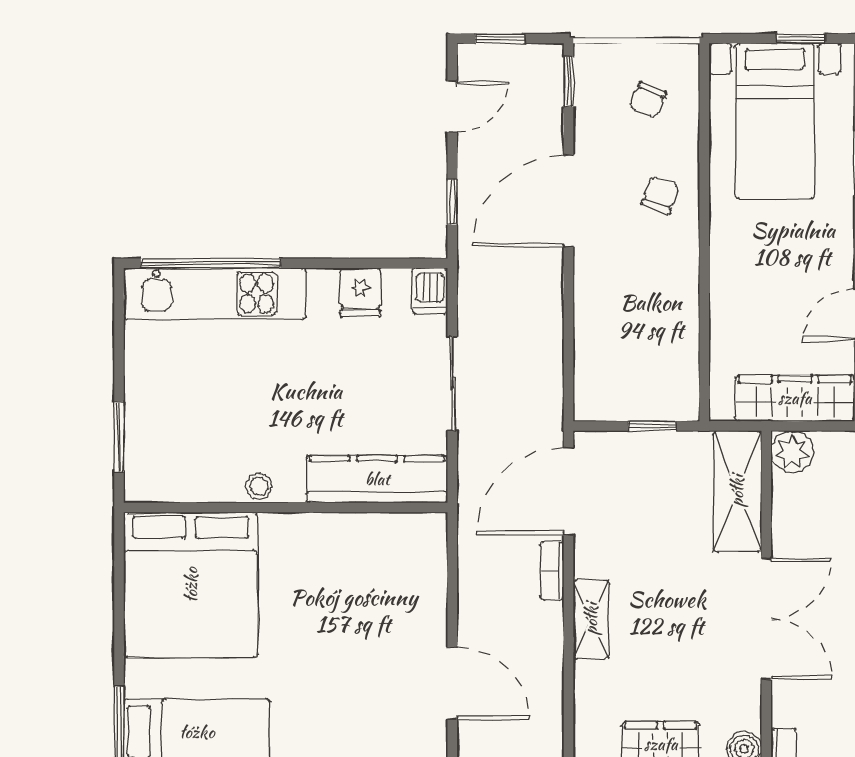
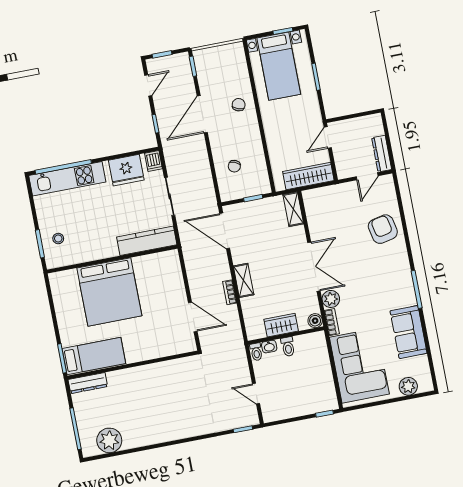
chair: (648, 100) -> (234, 166), moved
fridge: (360, 292) -> (126, 170), width x1.88, depth x1.34
plant: (792, 452) -> (331, 299), moved
stool: (259, 486) -> (58, 239), moved
door: (569, 491) -> (225, 231), hinge flipped
shelving: (737, 491) -> (293, 209), width x0.67, depth x0.75
bookcase: (552, 571) -> (230, 292), moved
bed: (191, 585) -> (109, 292), moved

